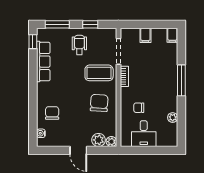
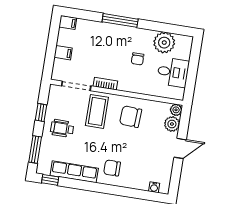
chair: (139, 108) -> (138, 59), moved
chair: (52, 113) -> (112, 168), moved
plant: (173, 118) -> (164, 43), width x1.88, depth x1.88

